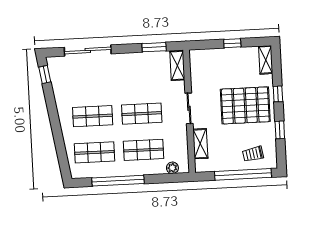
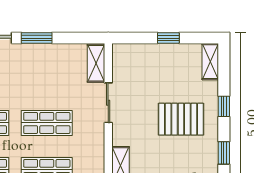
window: (154, 47) -> (37, 38), moved
pallet: (245, 105) -> (181, 119), width x0.73, depth x0.71
sliding door: (189, 108) -> (108, 103), moved

